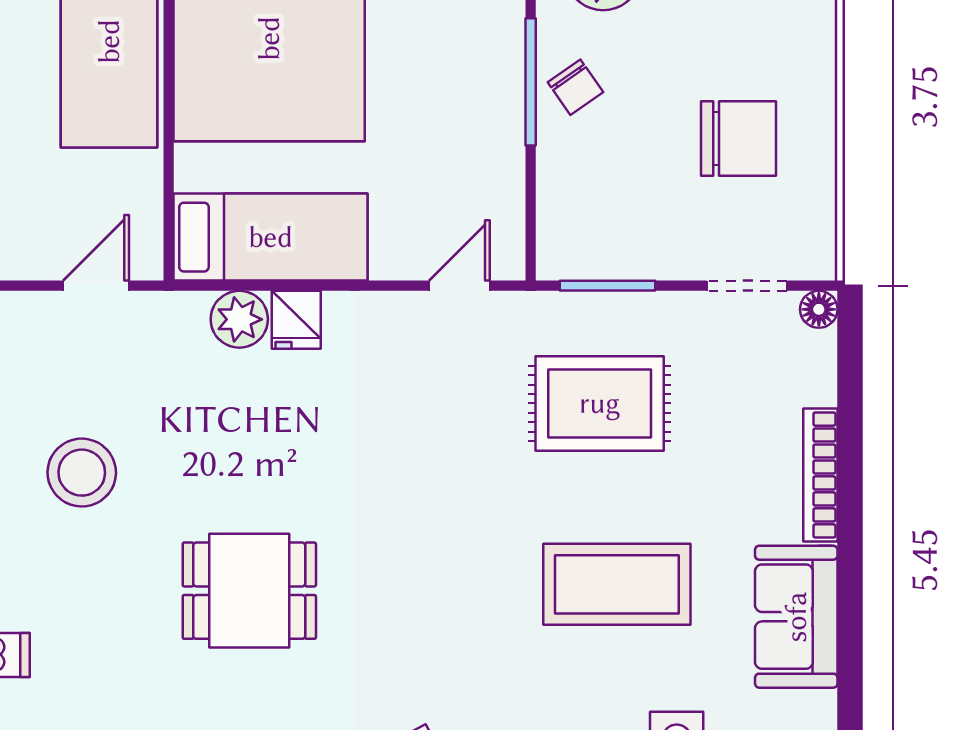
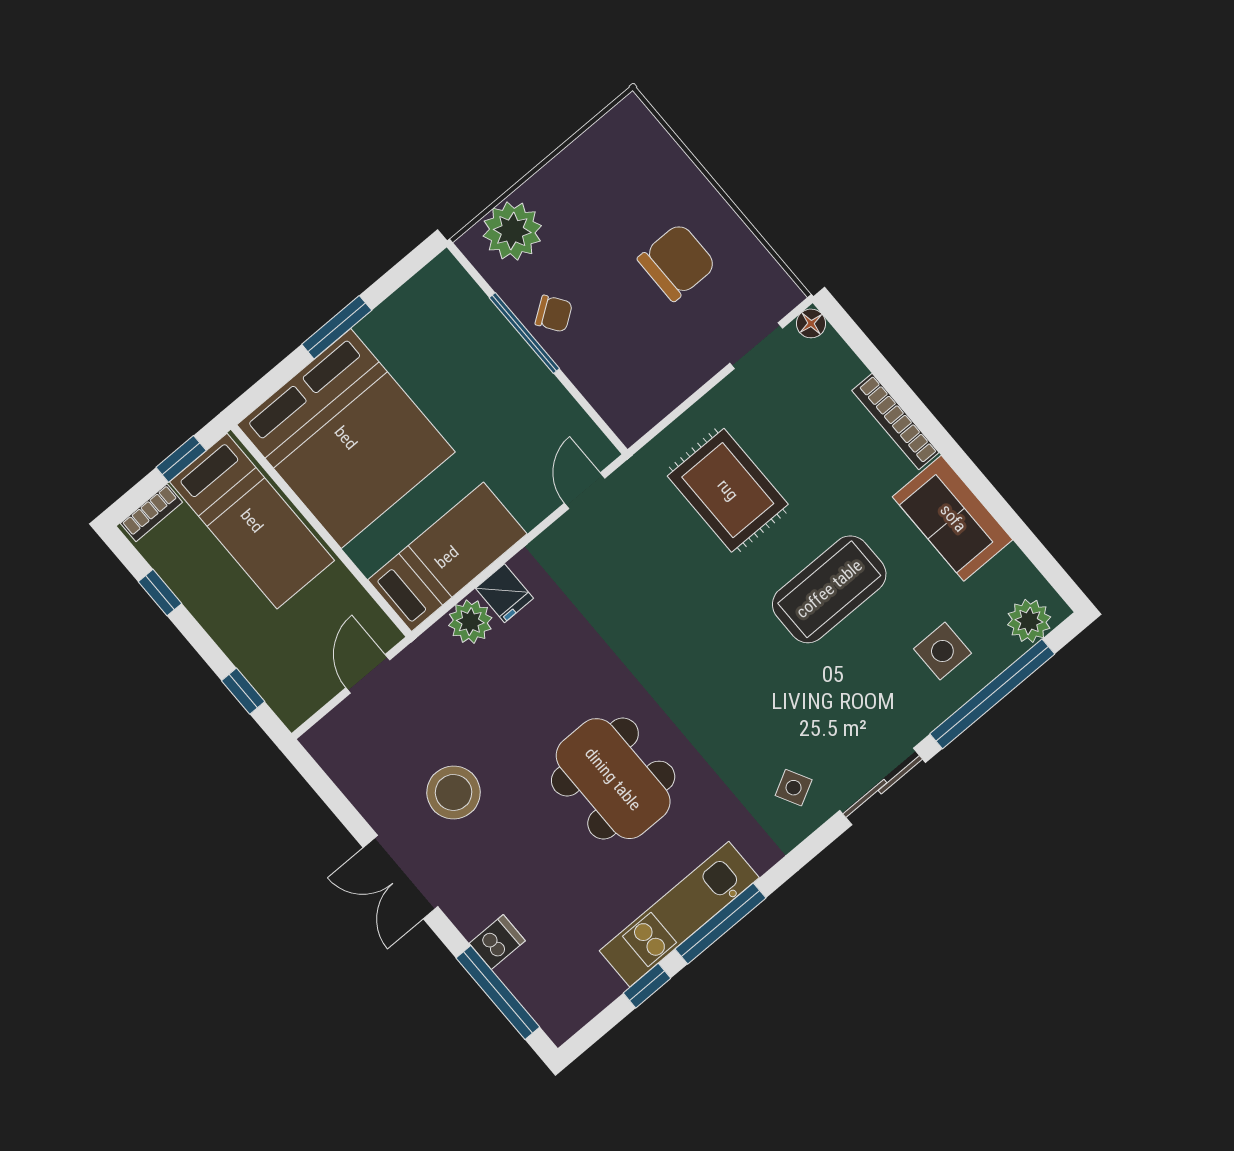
window: (608, 286) -> (673, 416), removed
rug: (600, 403) -> (728, 490), turned 90
dining table: (249, 591) -> (613, 779), width x1.38

